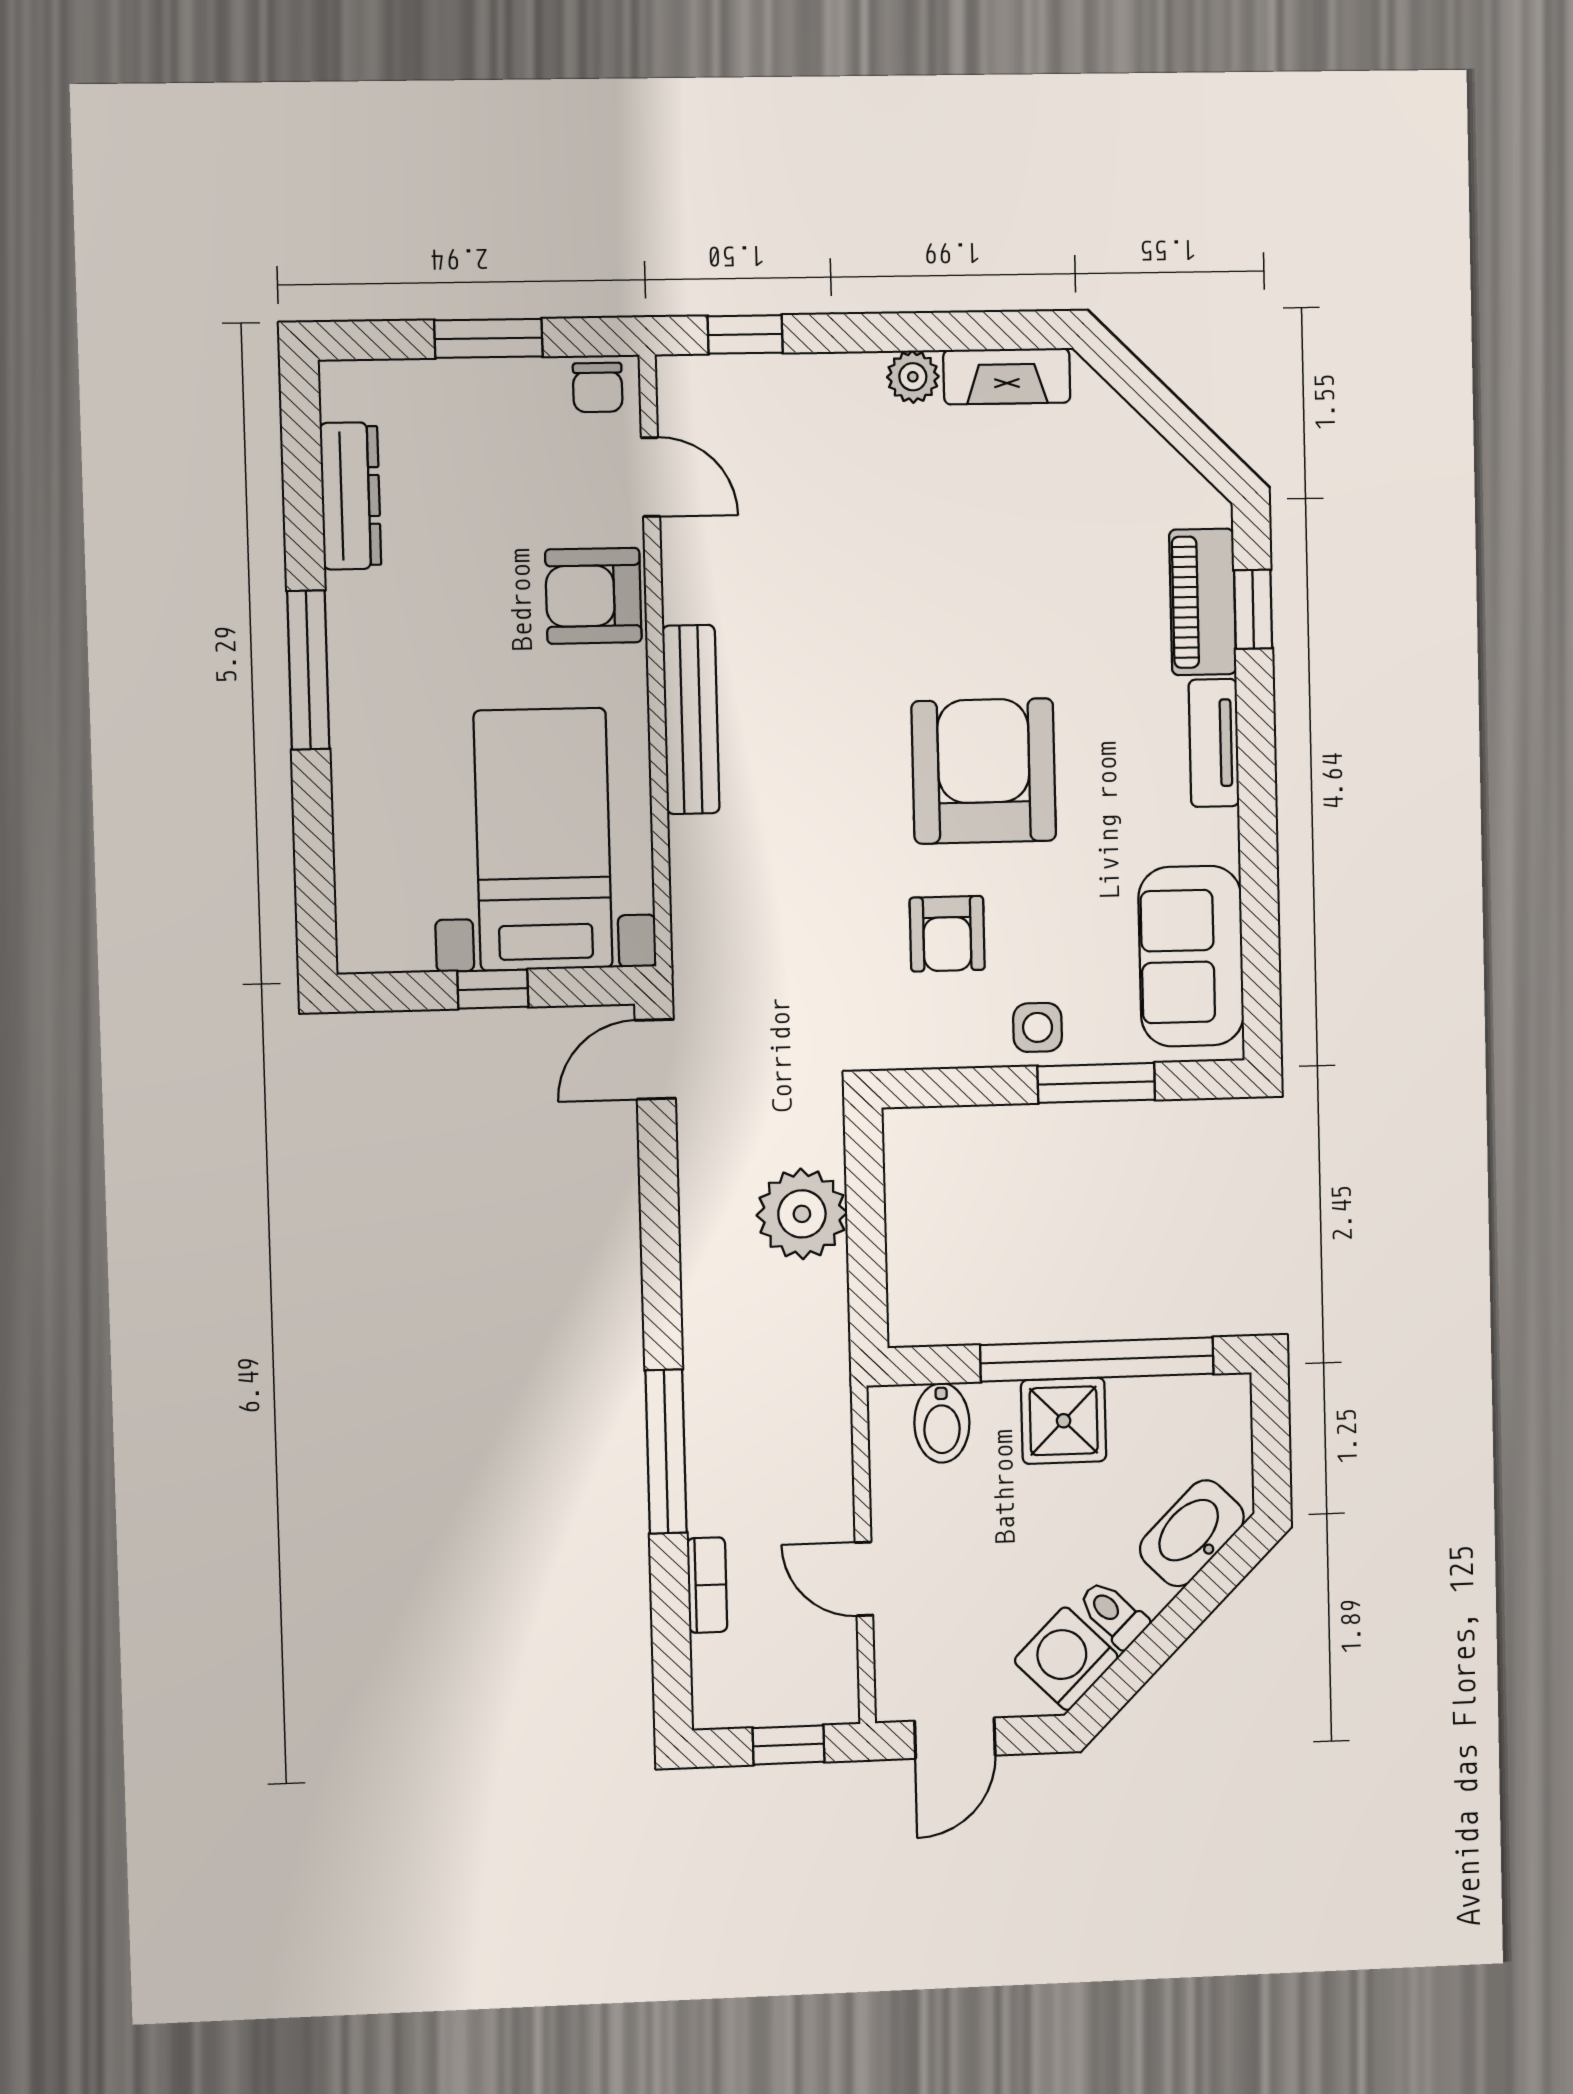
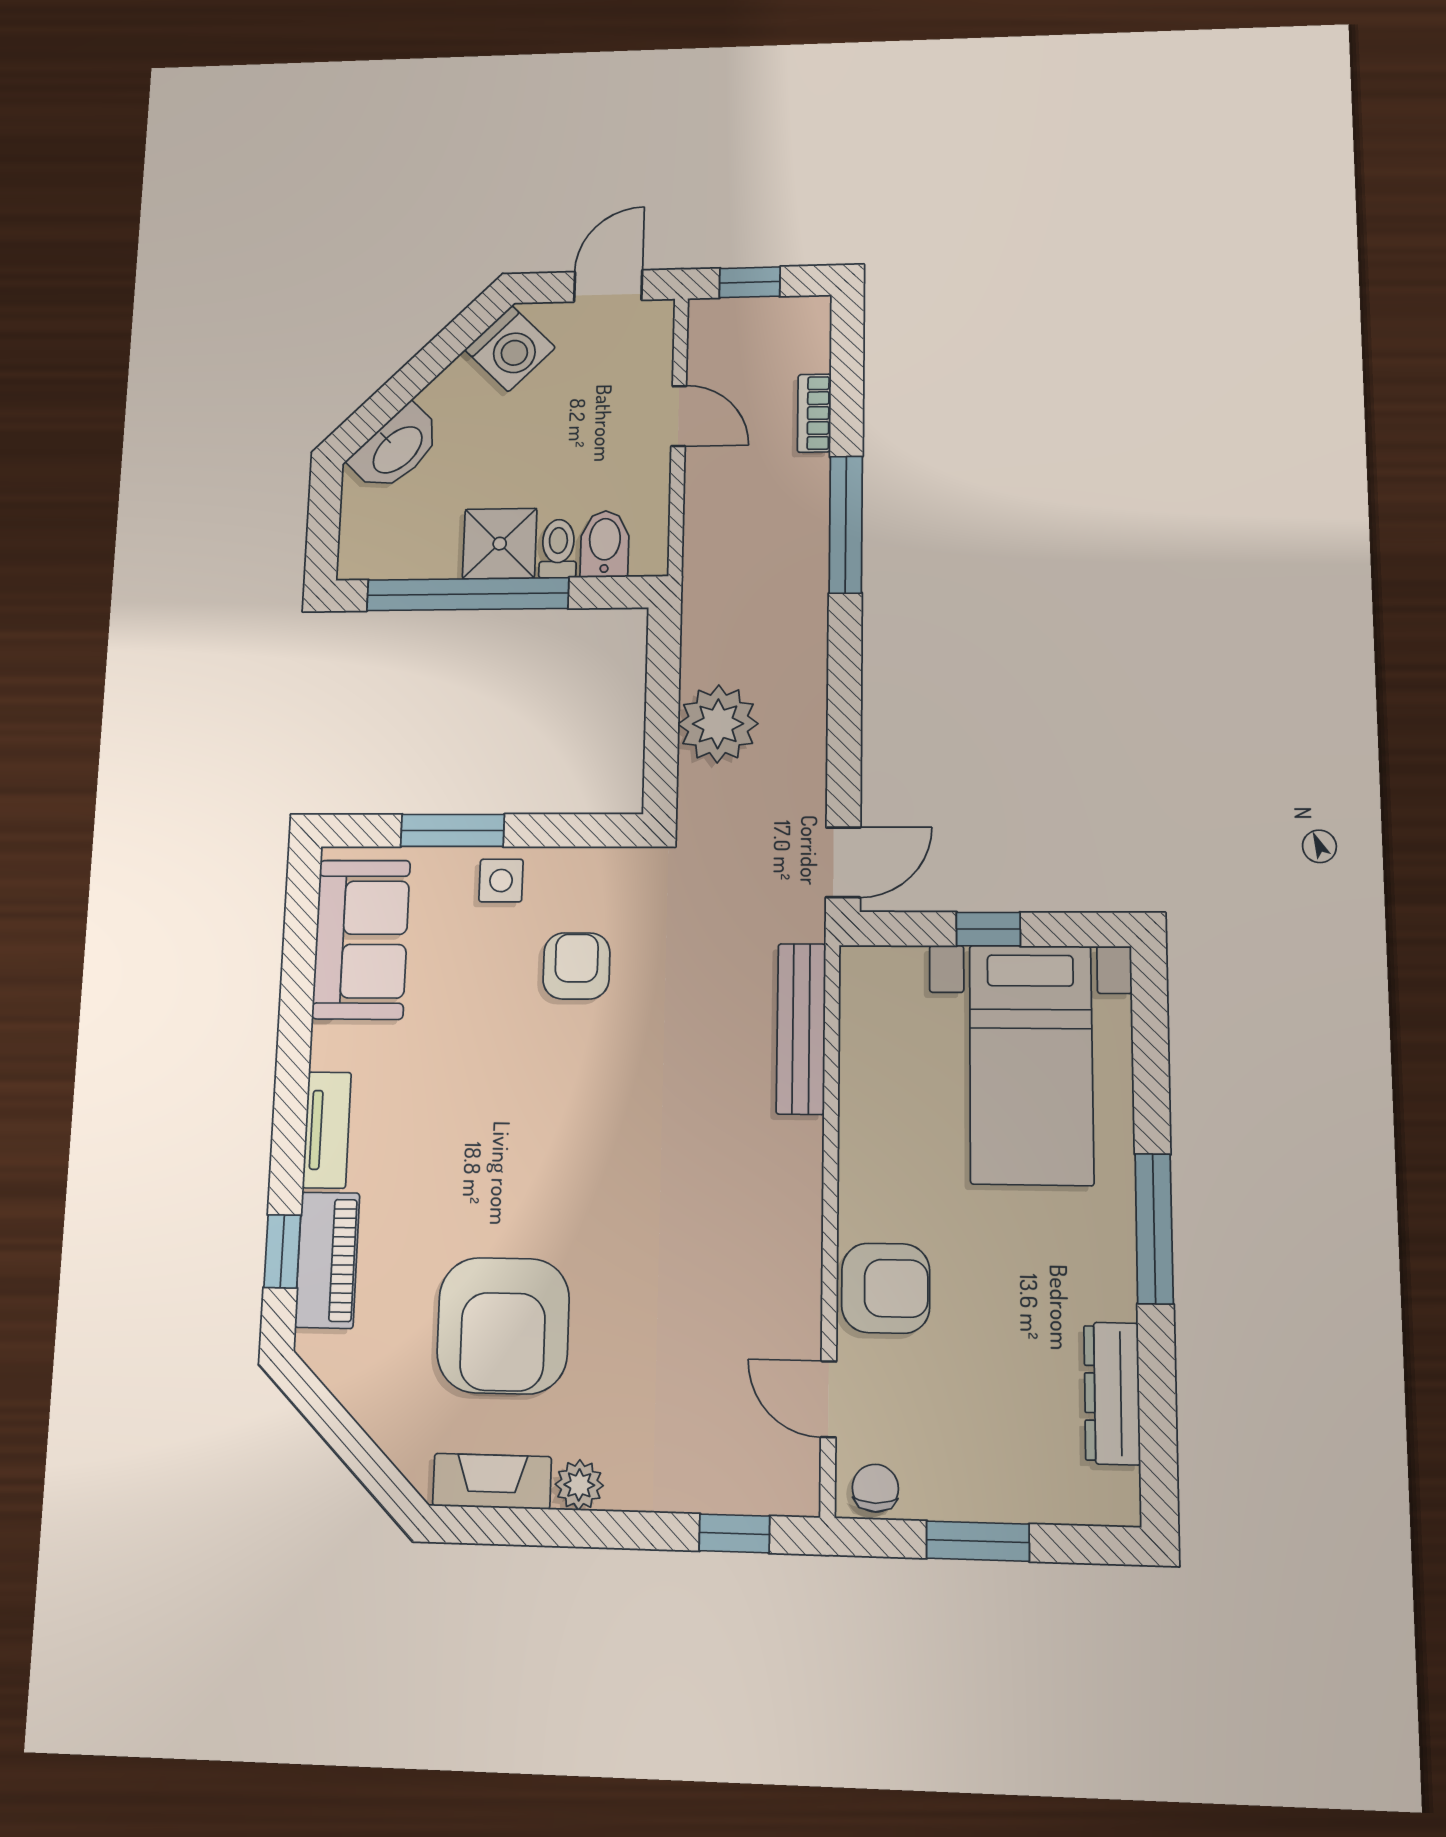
bench: (691, 720) -> (801, 1029), moved
armchair: (984, 771) -> (503, 1326), moved
bed with nightstands: (543, 839) -> (1031, 1064), moved
toilet: (1113, 1614) -> (558, 549), moved, turned -135

